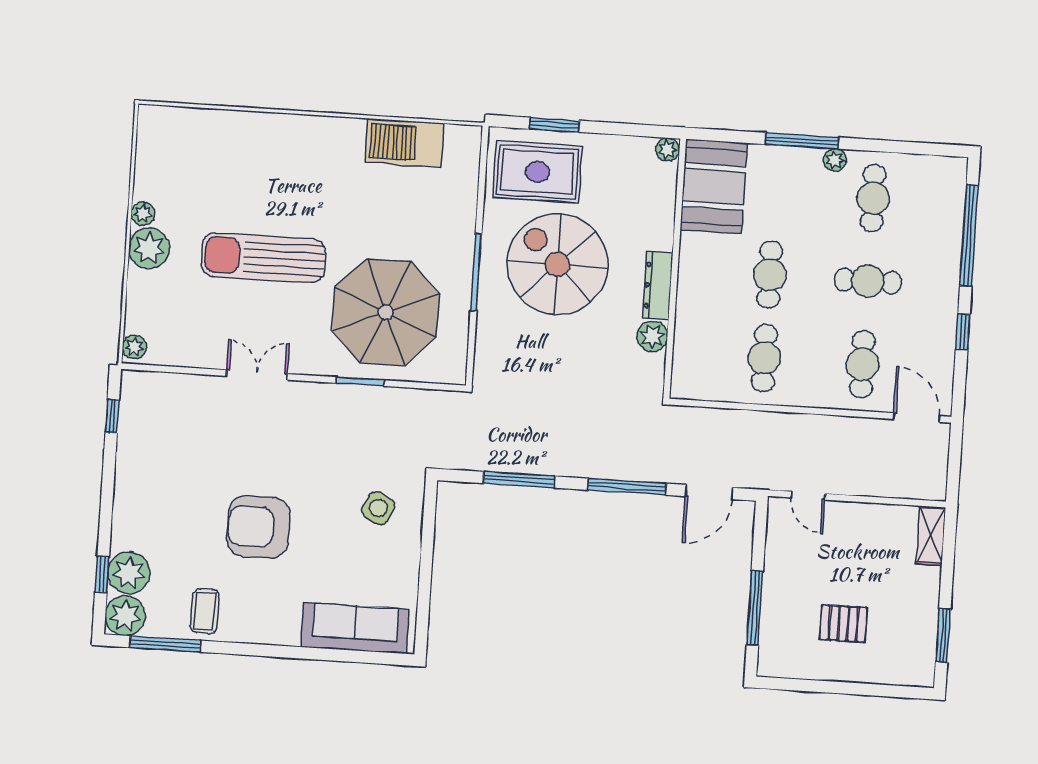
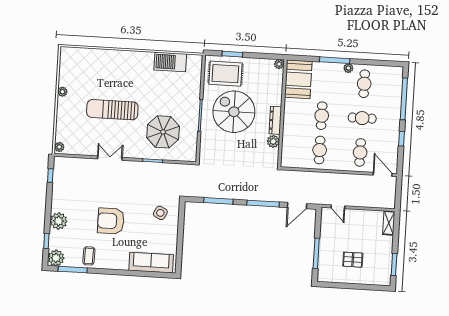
plant: (149, 248) -> (65, 106), removed
parasol: (386, 312) -> (163, 132), width x0.73, depth x0.73
plant: (129, 573) -> (59, 221), moved

